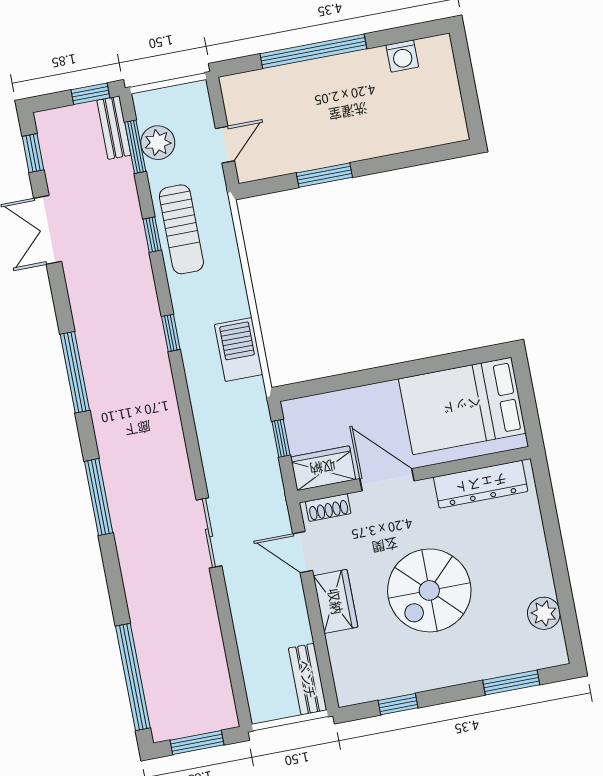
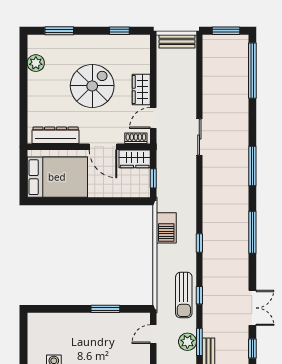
sun lounger: (181, 229) -> (184, 295), turned 180
door: (303, 552) -> (153, 118), swing flipped
bench: (308, 679) -> (177, 41), moved, turned 90

